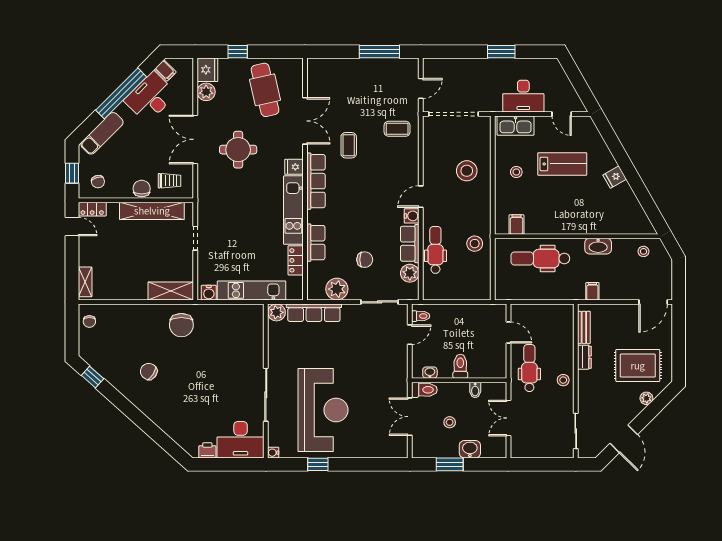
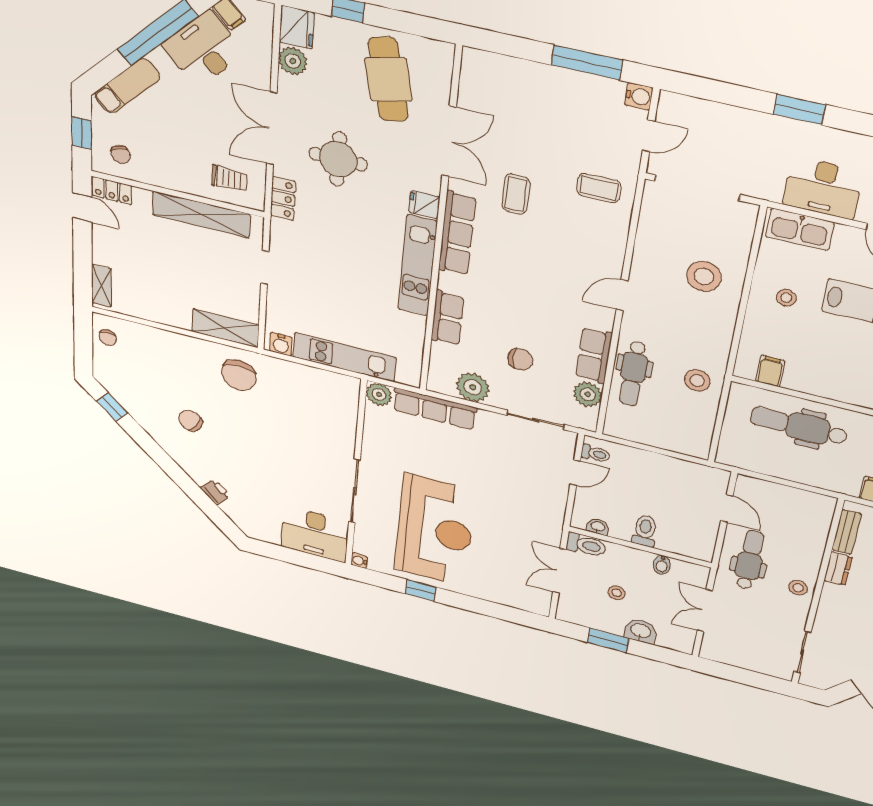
chair: (142, 189) -> (186, 180), removed
water cooler: (412, 216) -> (639, 96), moved
dental chair: (435, 250) -> (633, 374), turned 180
locker: (296, 260) -> (283, 198), moved, turned 180
printer: (207, 450) -> (216, 492), moved, turned 42

